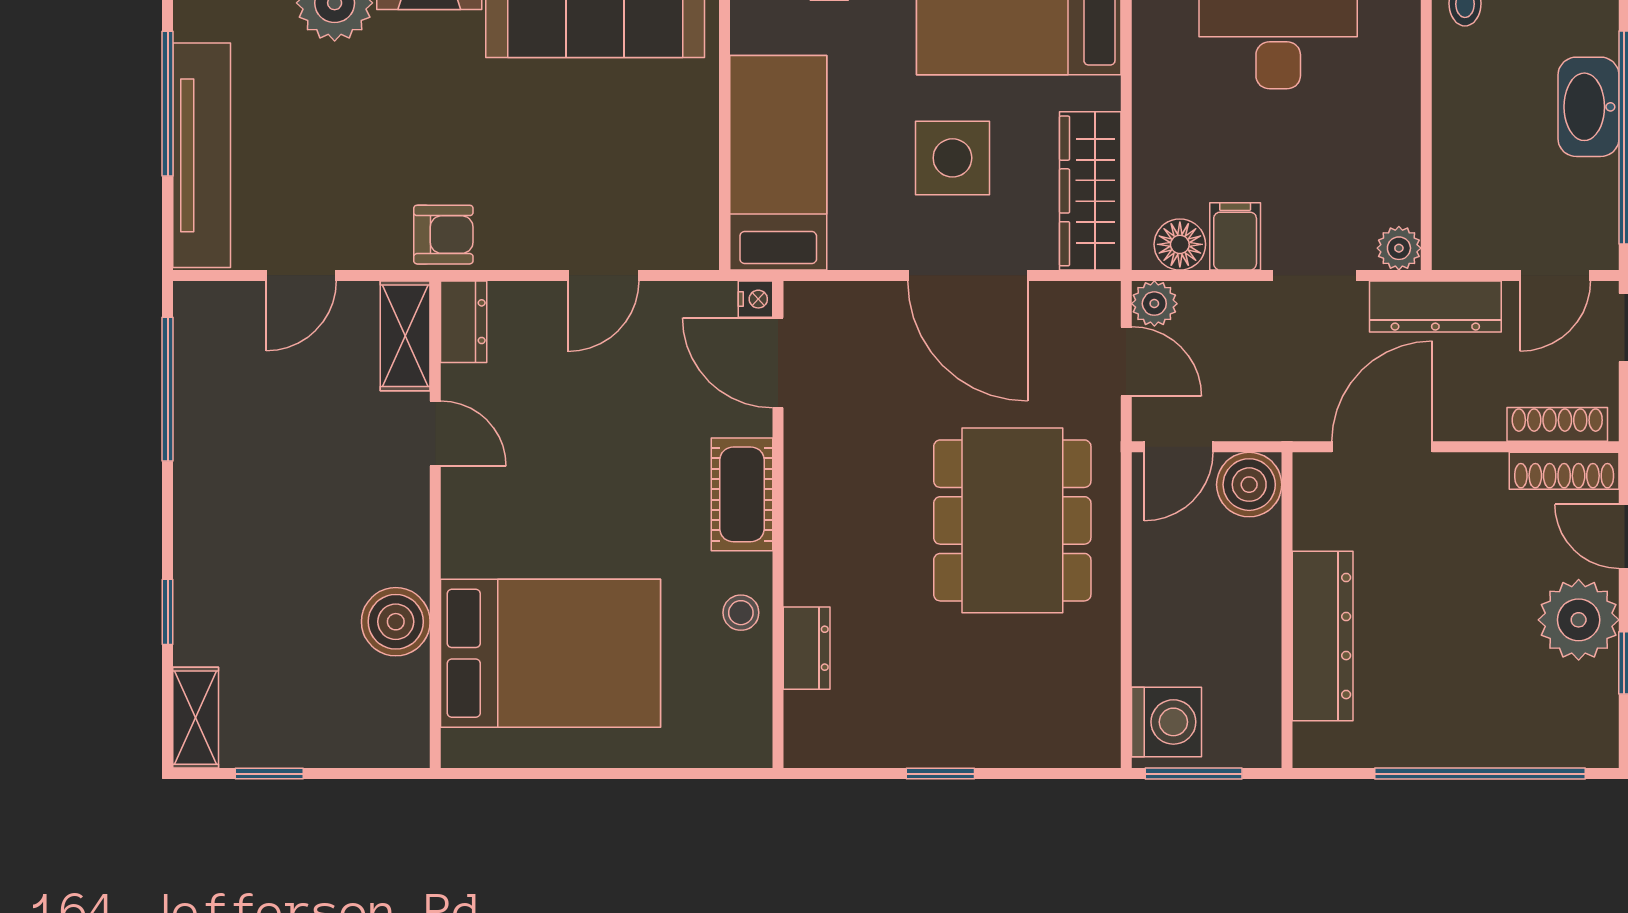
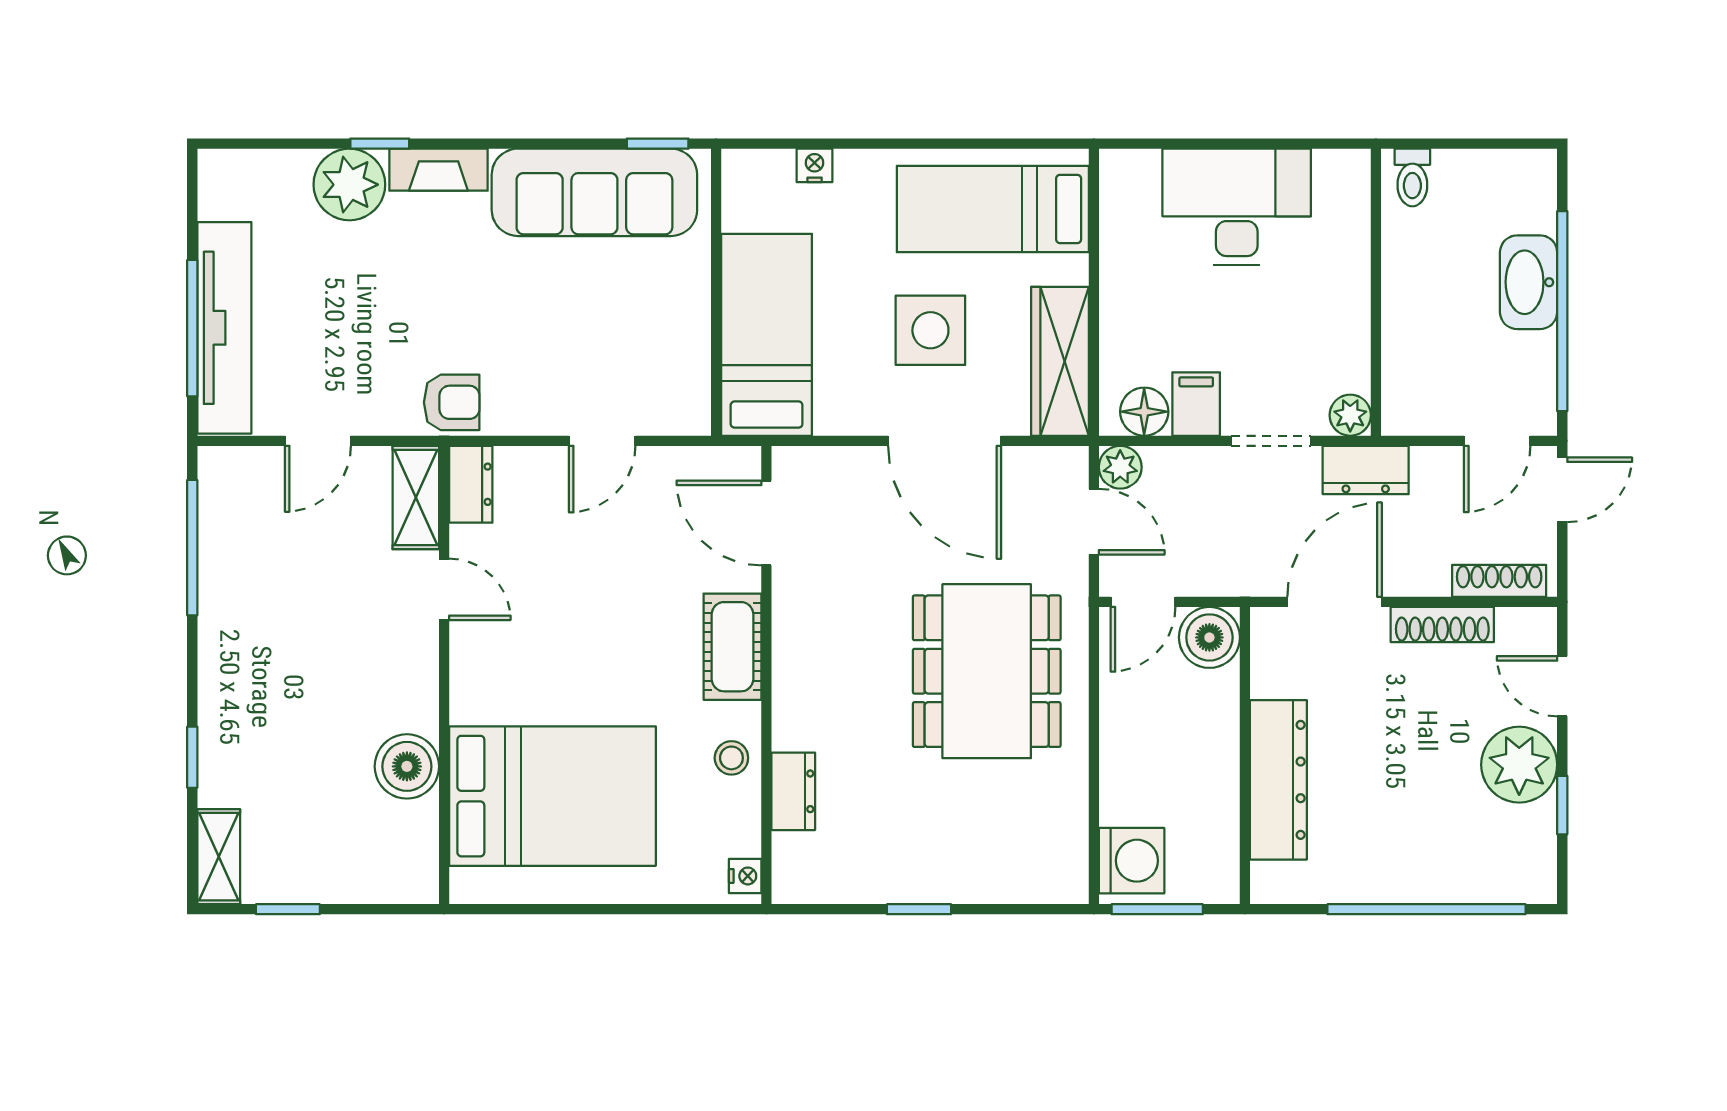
window: (168, 104) -> (192, 328), moved
nightstand: (756, 299) -> (745, 876), moved
dresser: (1435, 307) -> (1366, 470), width x0.70
shoe rack: (1564, 471) -> (1442, 625), moved

